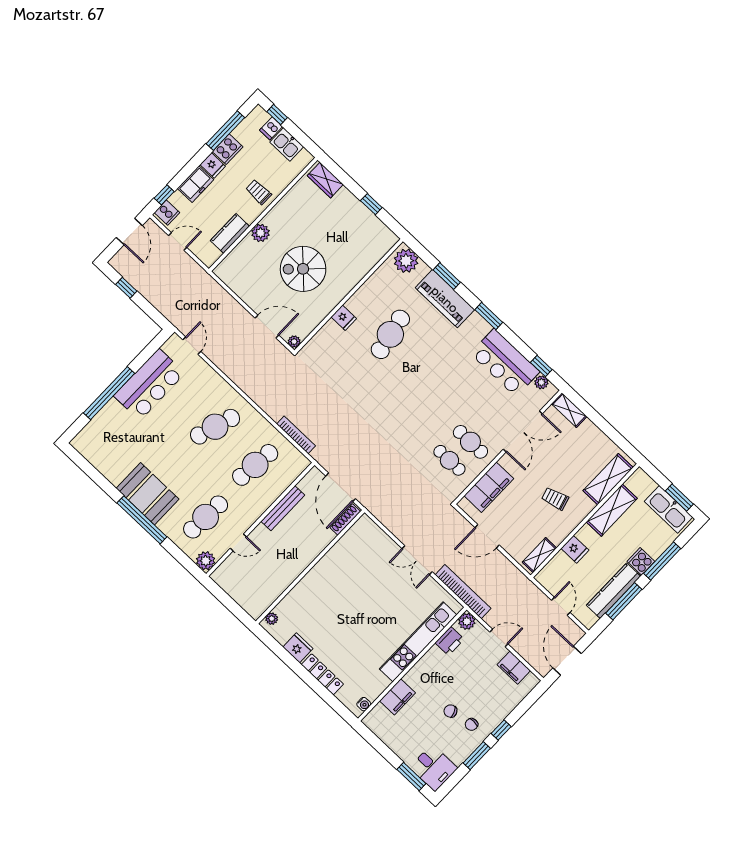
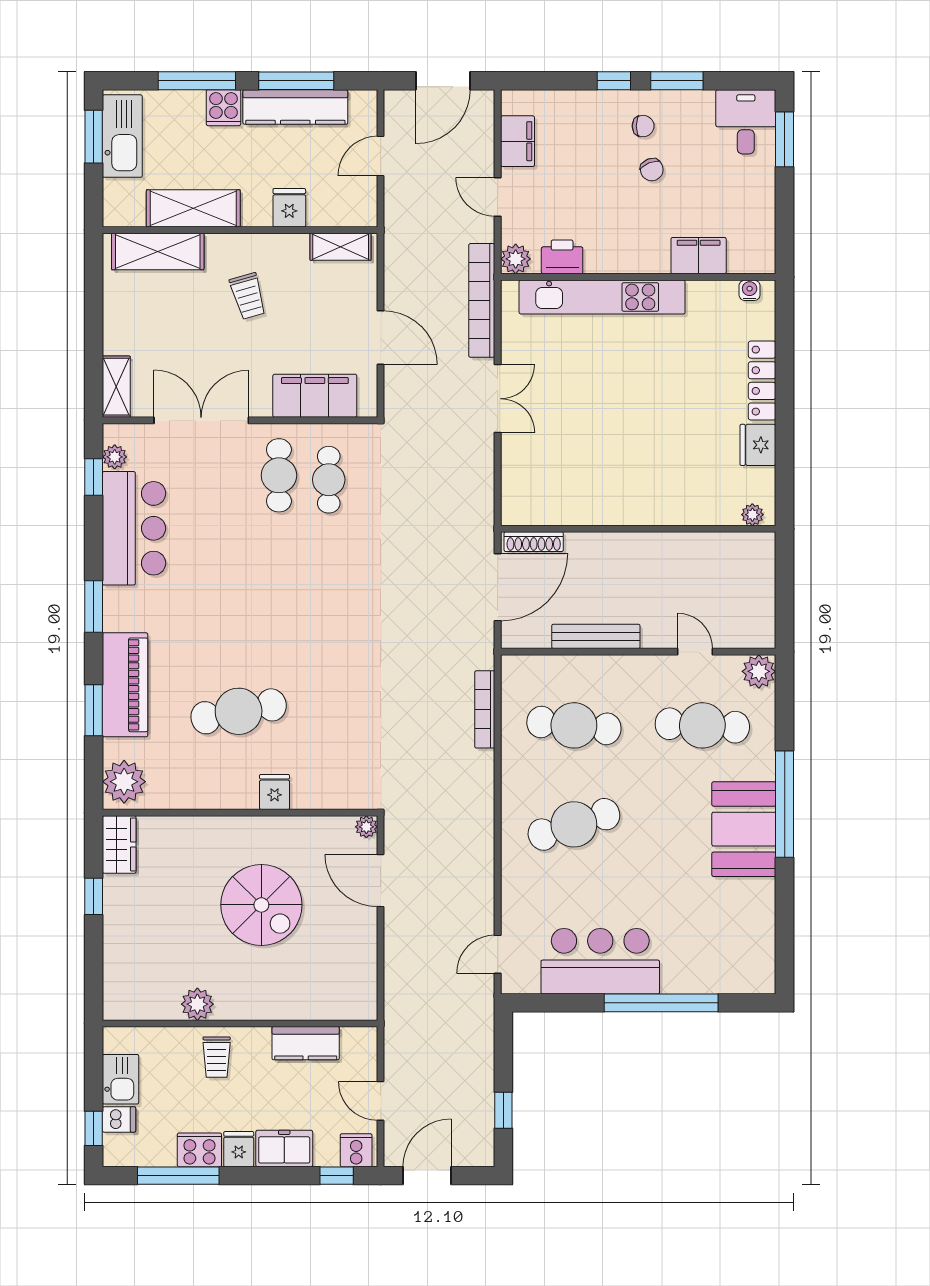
wardrobe: (325, 180) -> (119, 844), moved
plant: (261, 233) -> (197, 1004), moved
cafe table: (215, 427) -> (574, 824), turned -36

